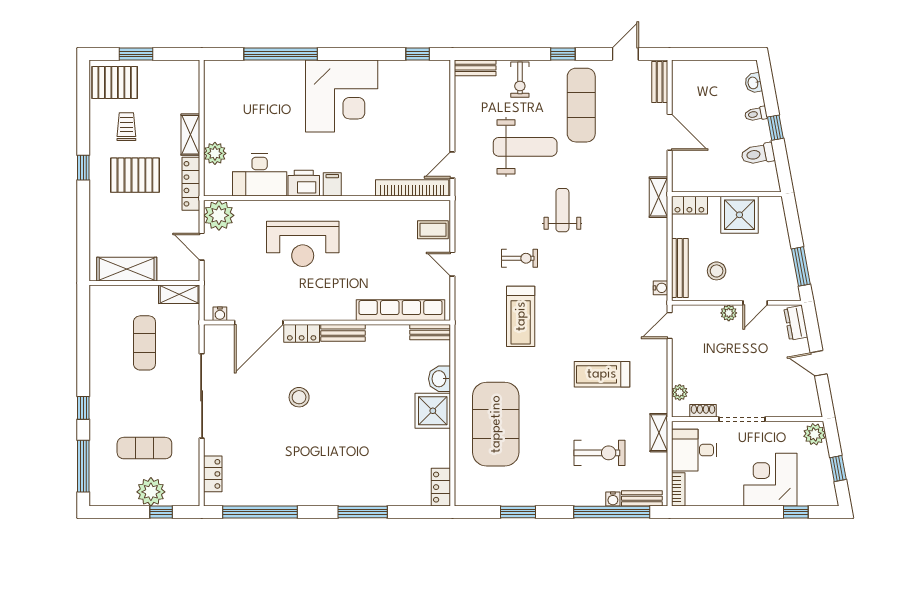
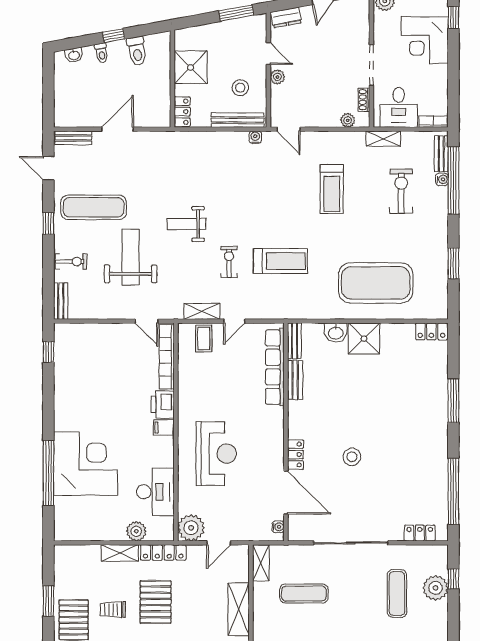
corner desk: (342, 96) -> (86, 464), moved
printer: (304, 183) -> (163, 404), moved
shelving: (658, 197) -> (202, 311), moved
bench: (343, 333) -> (295, 380), moved

